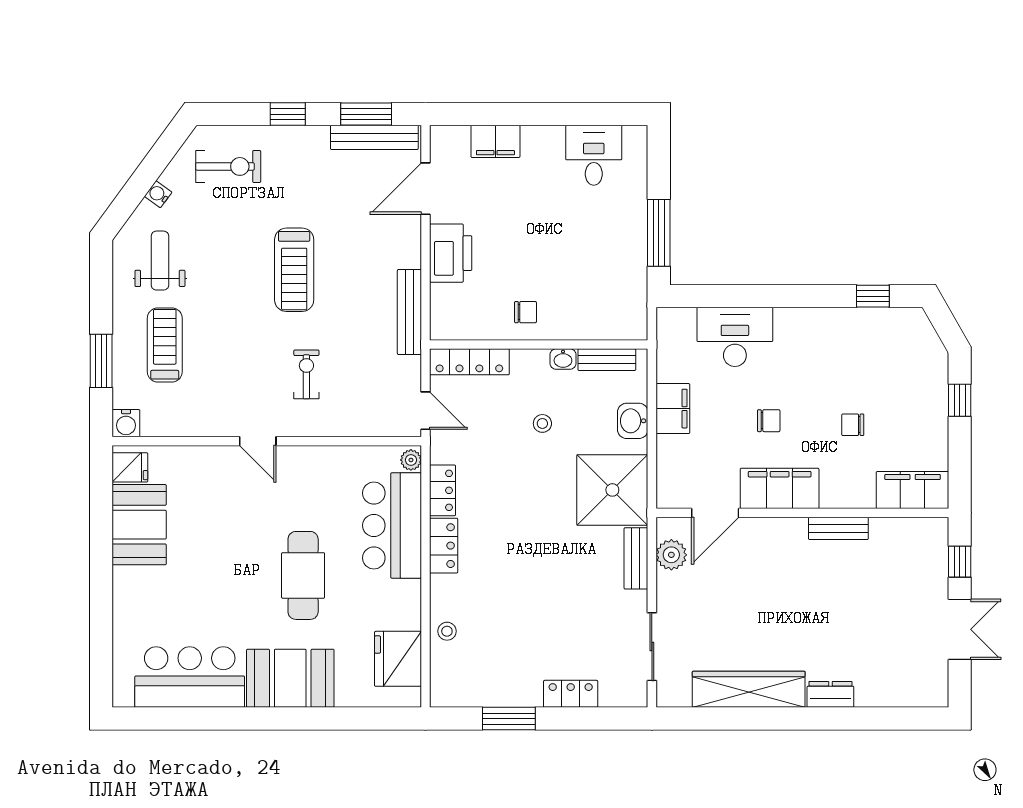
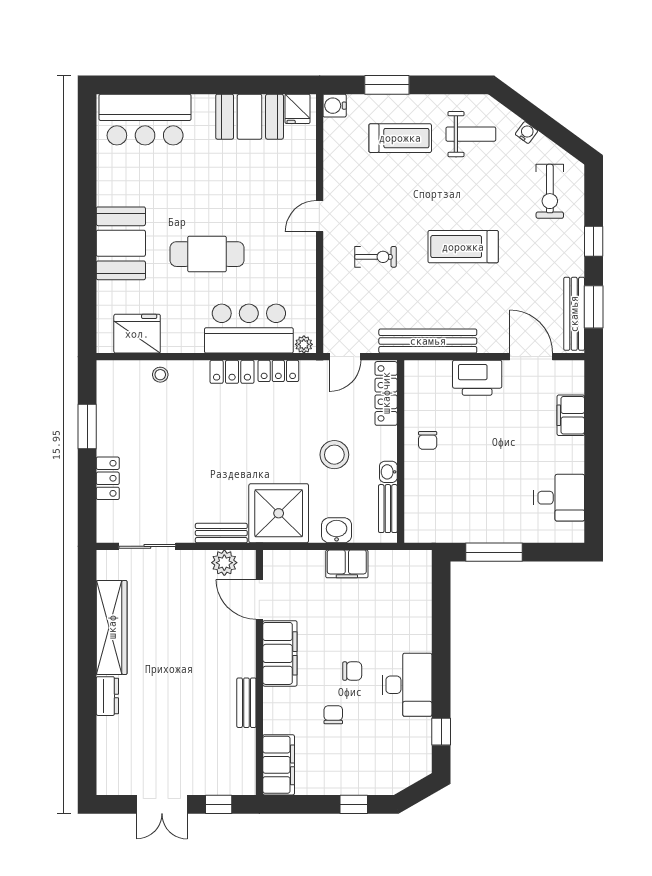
bench: (409, 312) -> (428, 341), width x1.37, depth x1.21
desk: (735, 337) -> (407, 685), moved
chair: (769, 421) -> (352, 671), moved, turned -90
stool: (542, 423) -> (334, 455), width x1.89, depth x1.89
bar counter: (190, 677) -> (145, 120), moved, turned 90

